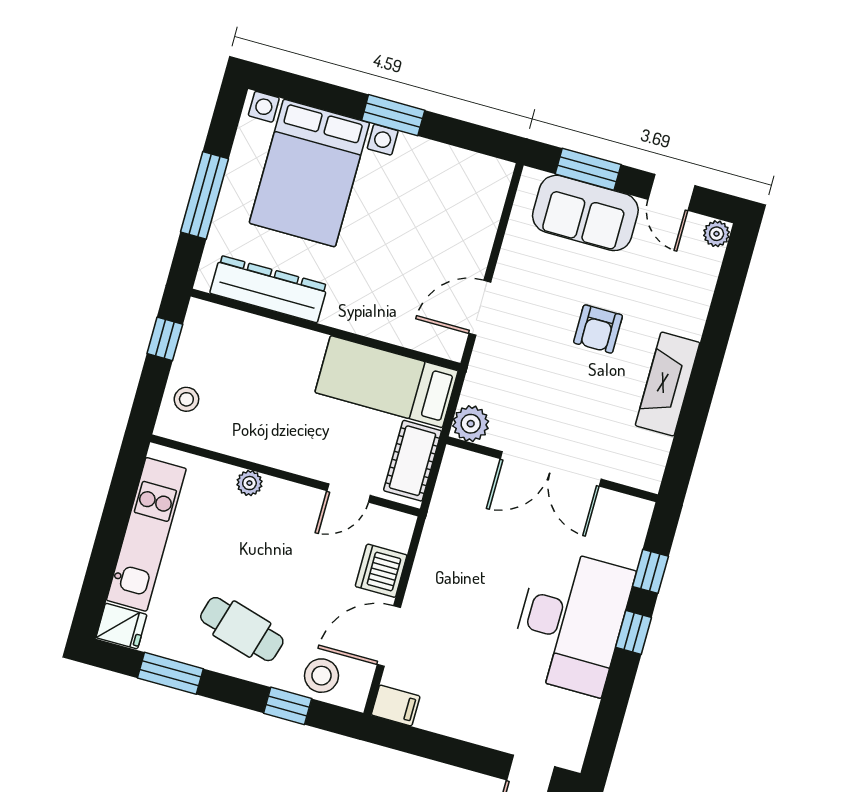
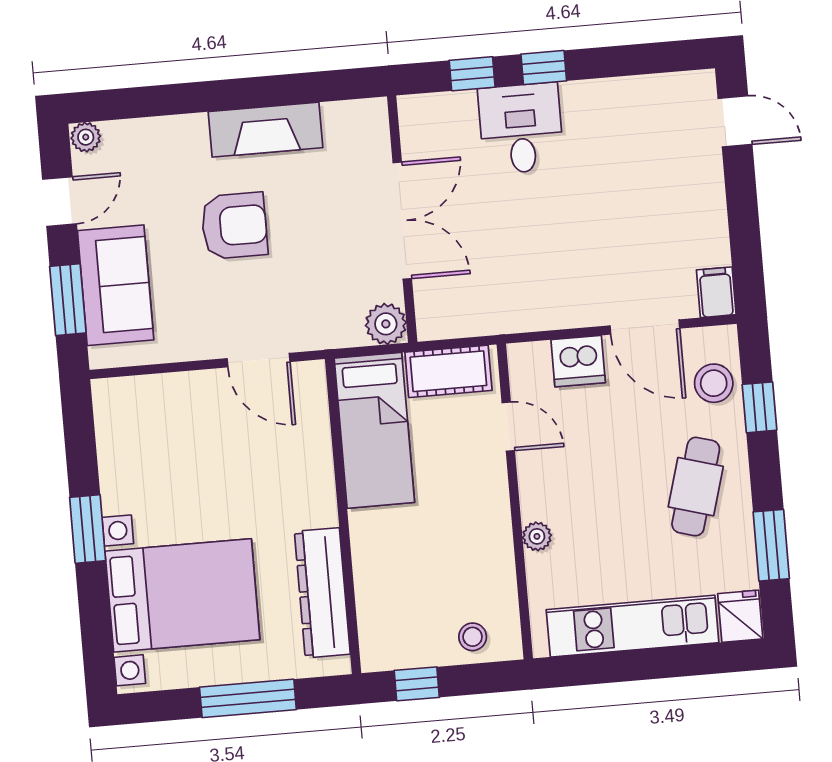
armchair: (598, 329) -> (234, 226), width x1.38, depth x1.38
desk: (571, 622) -> (521, 128), width x0.53, depth x0.77

